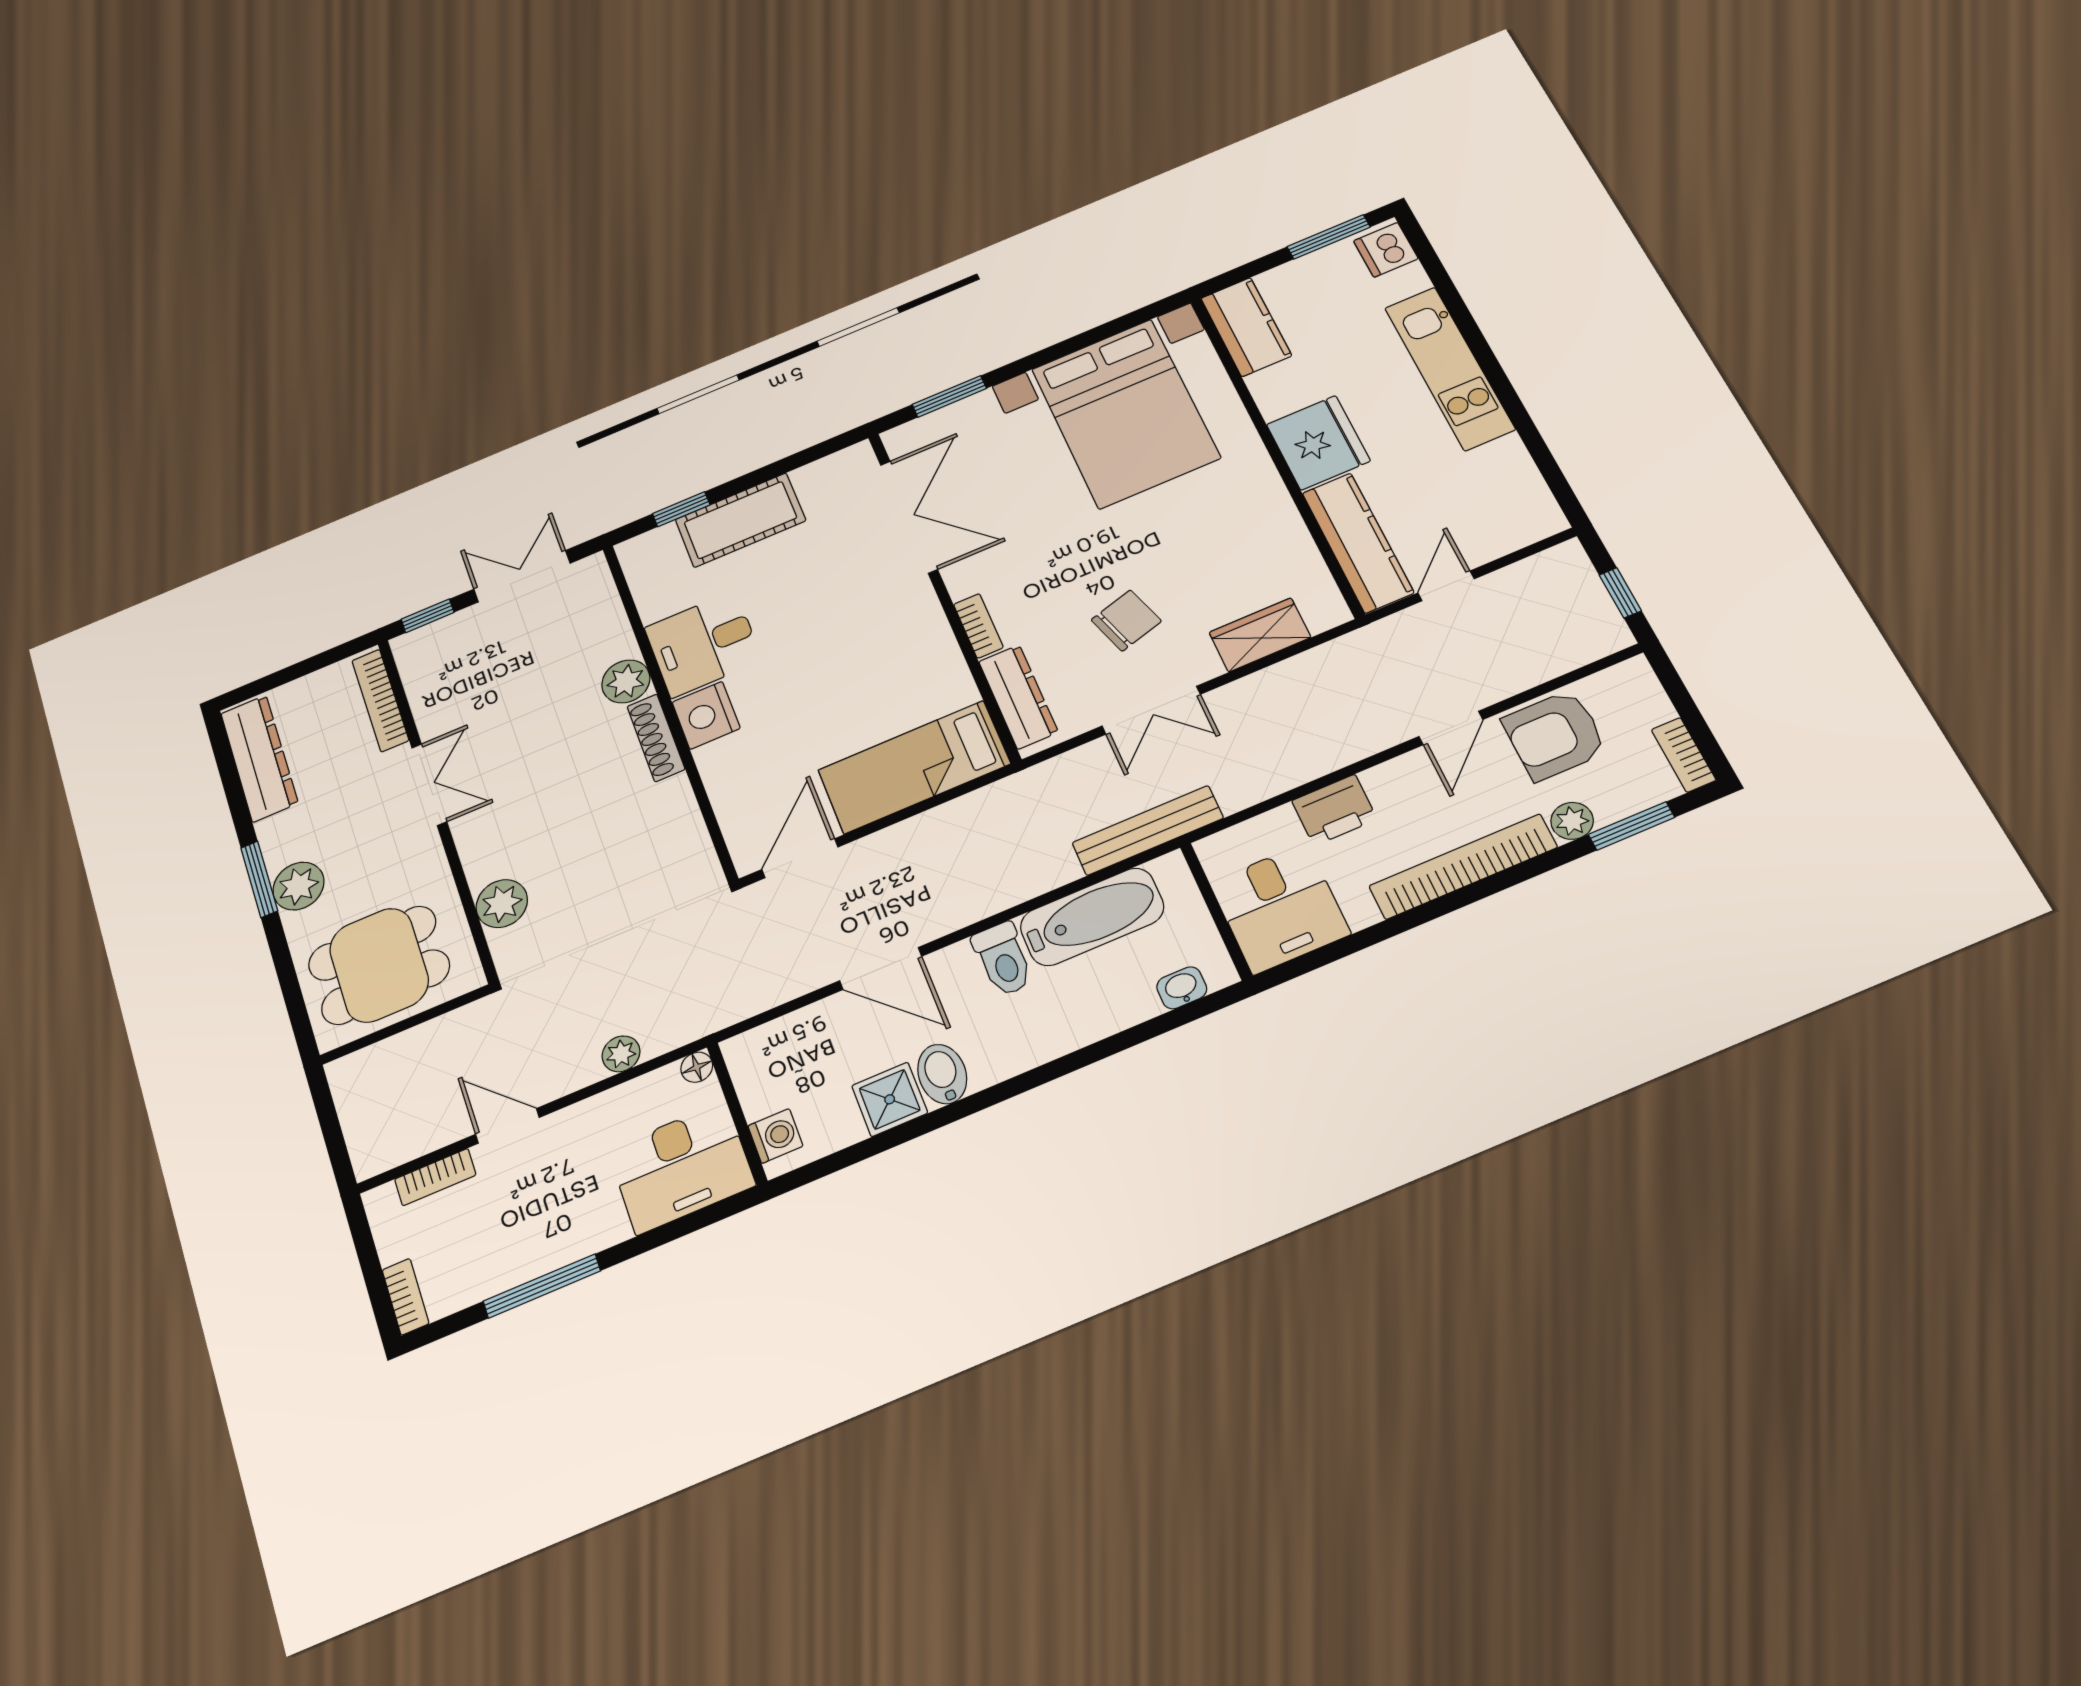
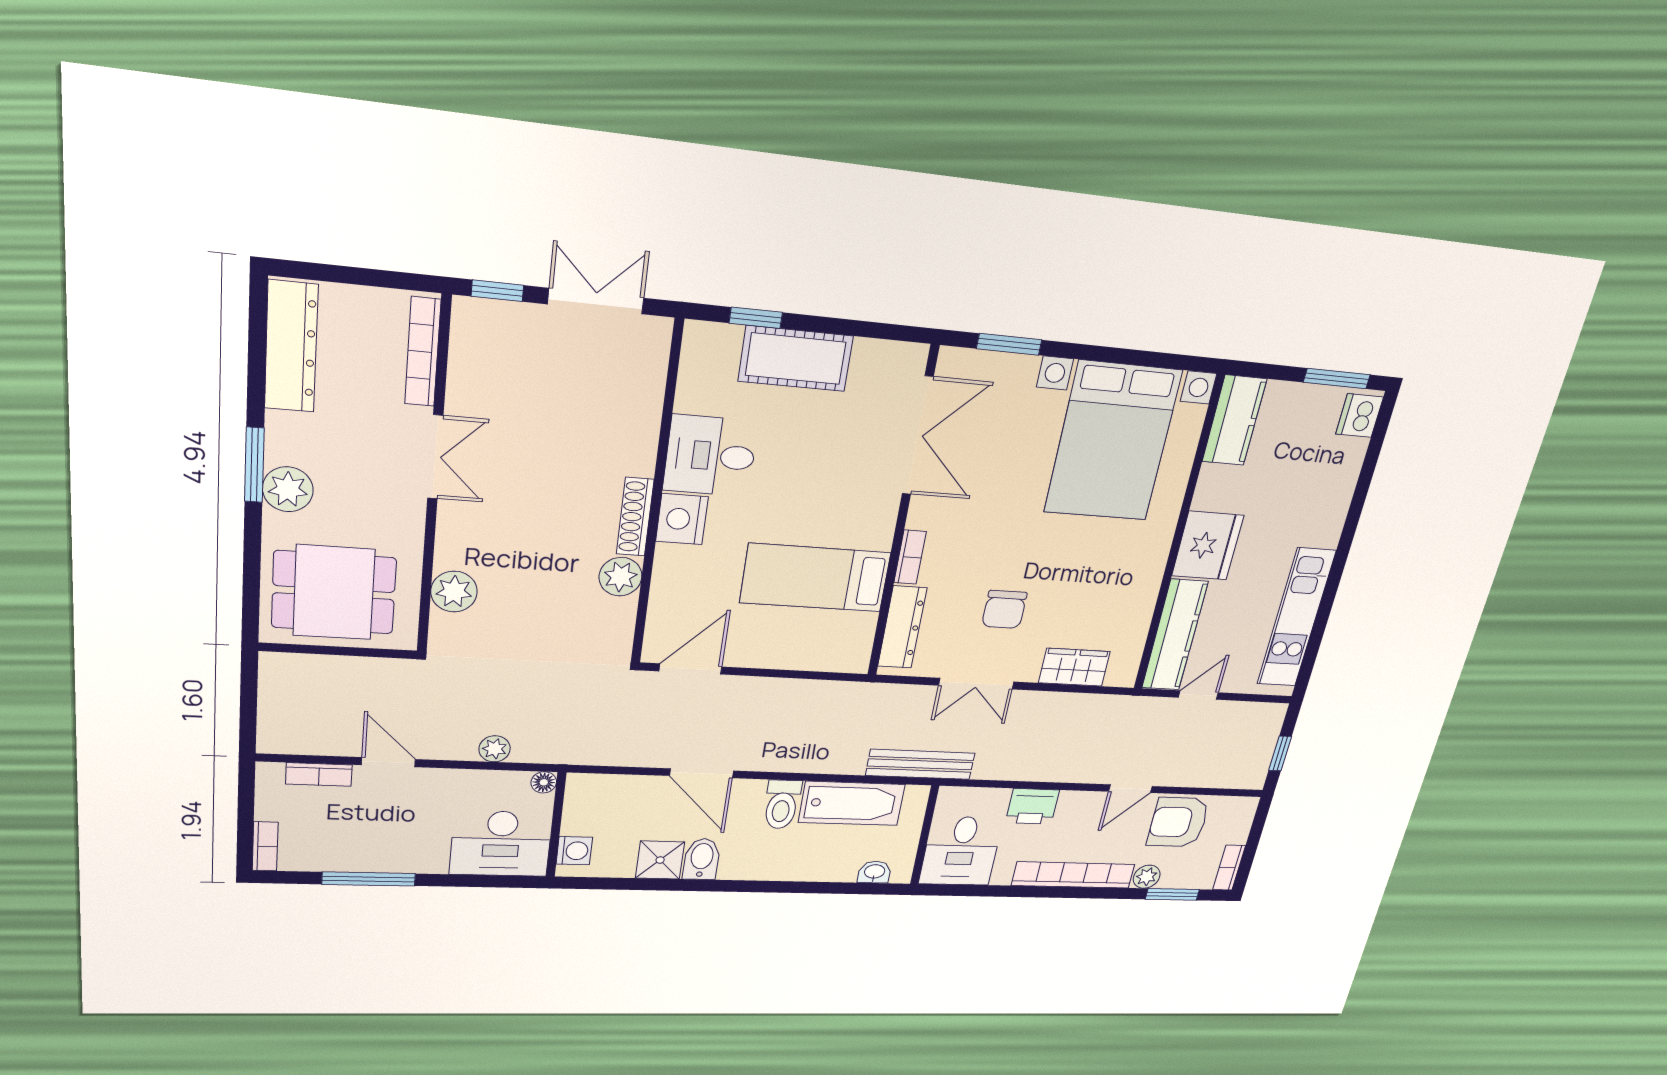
kitchen unit: (1449, 368) -> (1296, 618), moved
chair: (1126, 621) -> (1004, 609), turned 107
plant: (626, 681) -> (620, 577), moved
bed: (914, 767) -> (815, 578), moved

